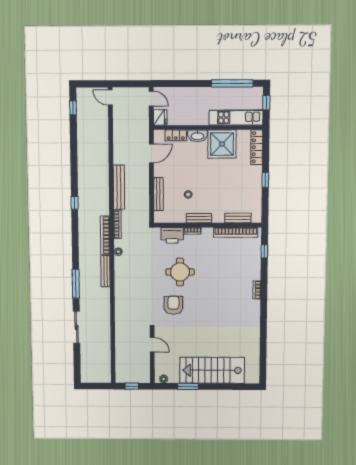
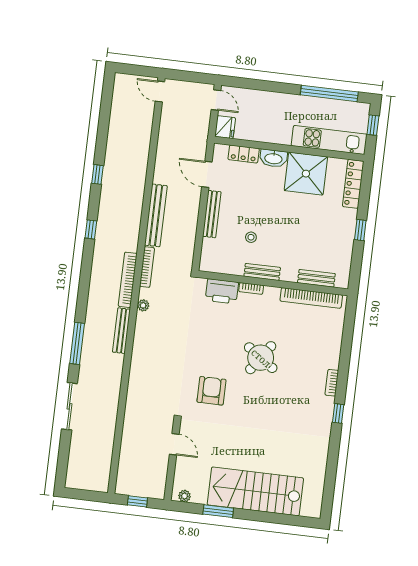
window: (73, 108) -> (98, 174), moved
door: (151, 153) -> (207, 174), swing flipped
bench: (158, 194) -> (212, 214), moved
window: (264, 251) -> (338, 413), moved
round table: (180, 272) -> (261, 358), moved, turned 35

